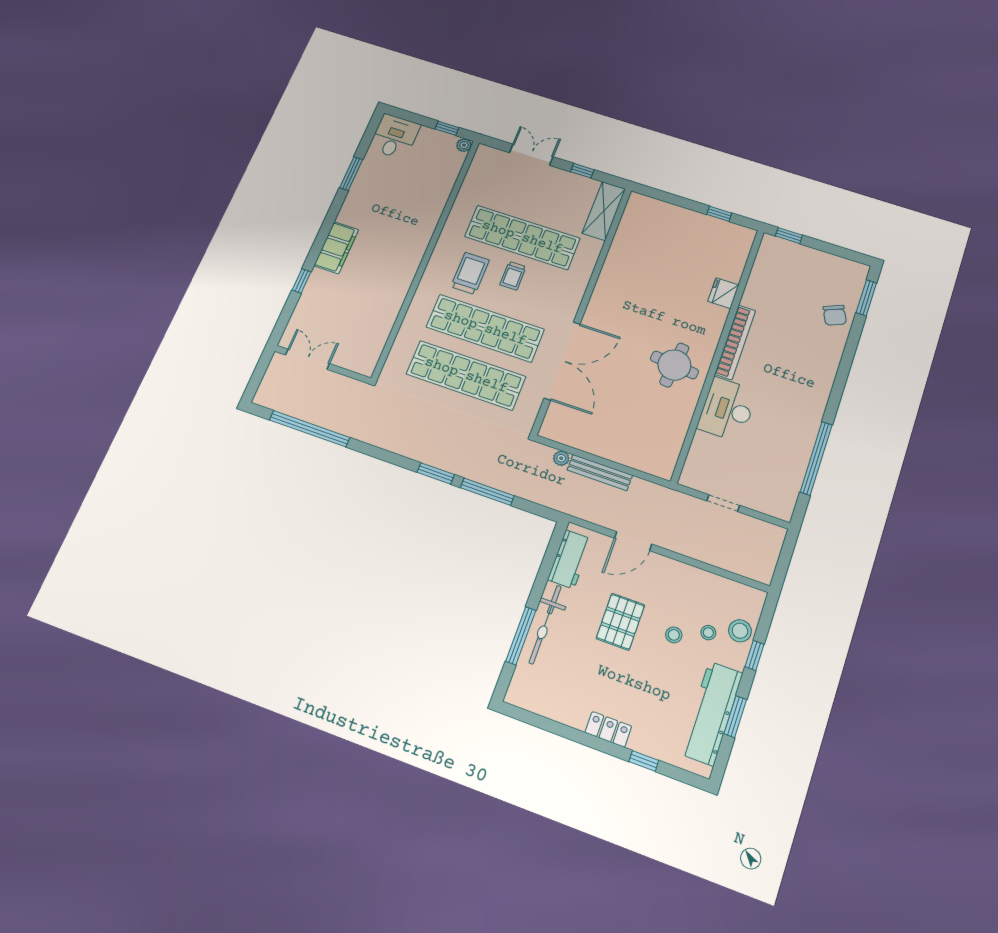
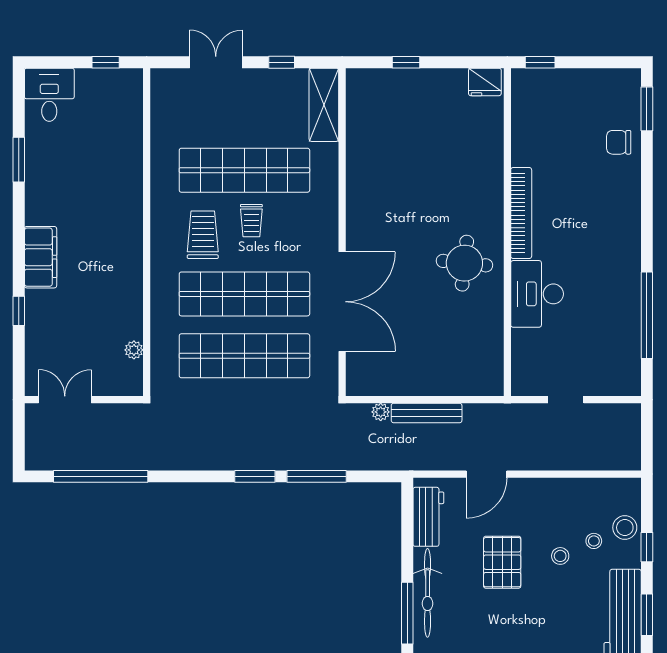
plant: (464, 145) -> (134, 350), moved
window: (719, 214) -> (406, 62), moved
fridge: (723, 293) -> (485, 82), moved, turned -90
chair: (835, 315) -> (619, 142), turned 114

